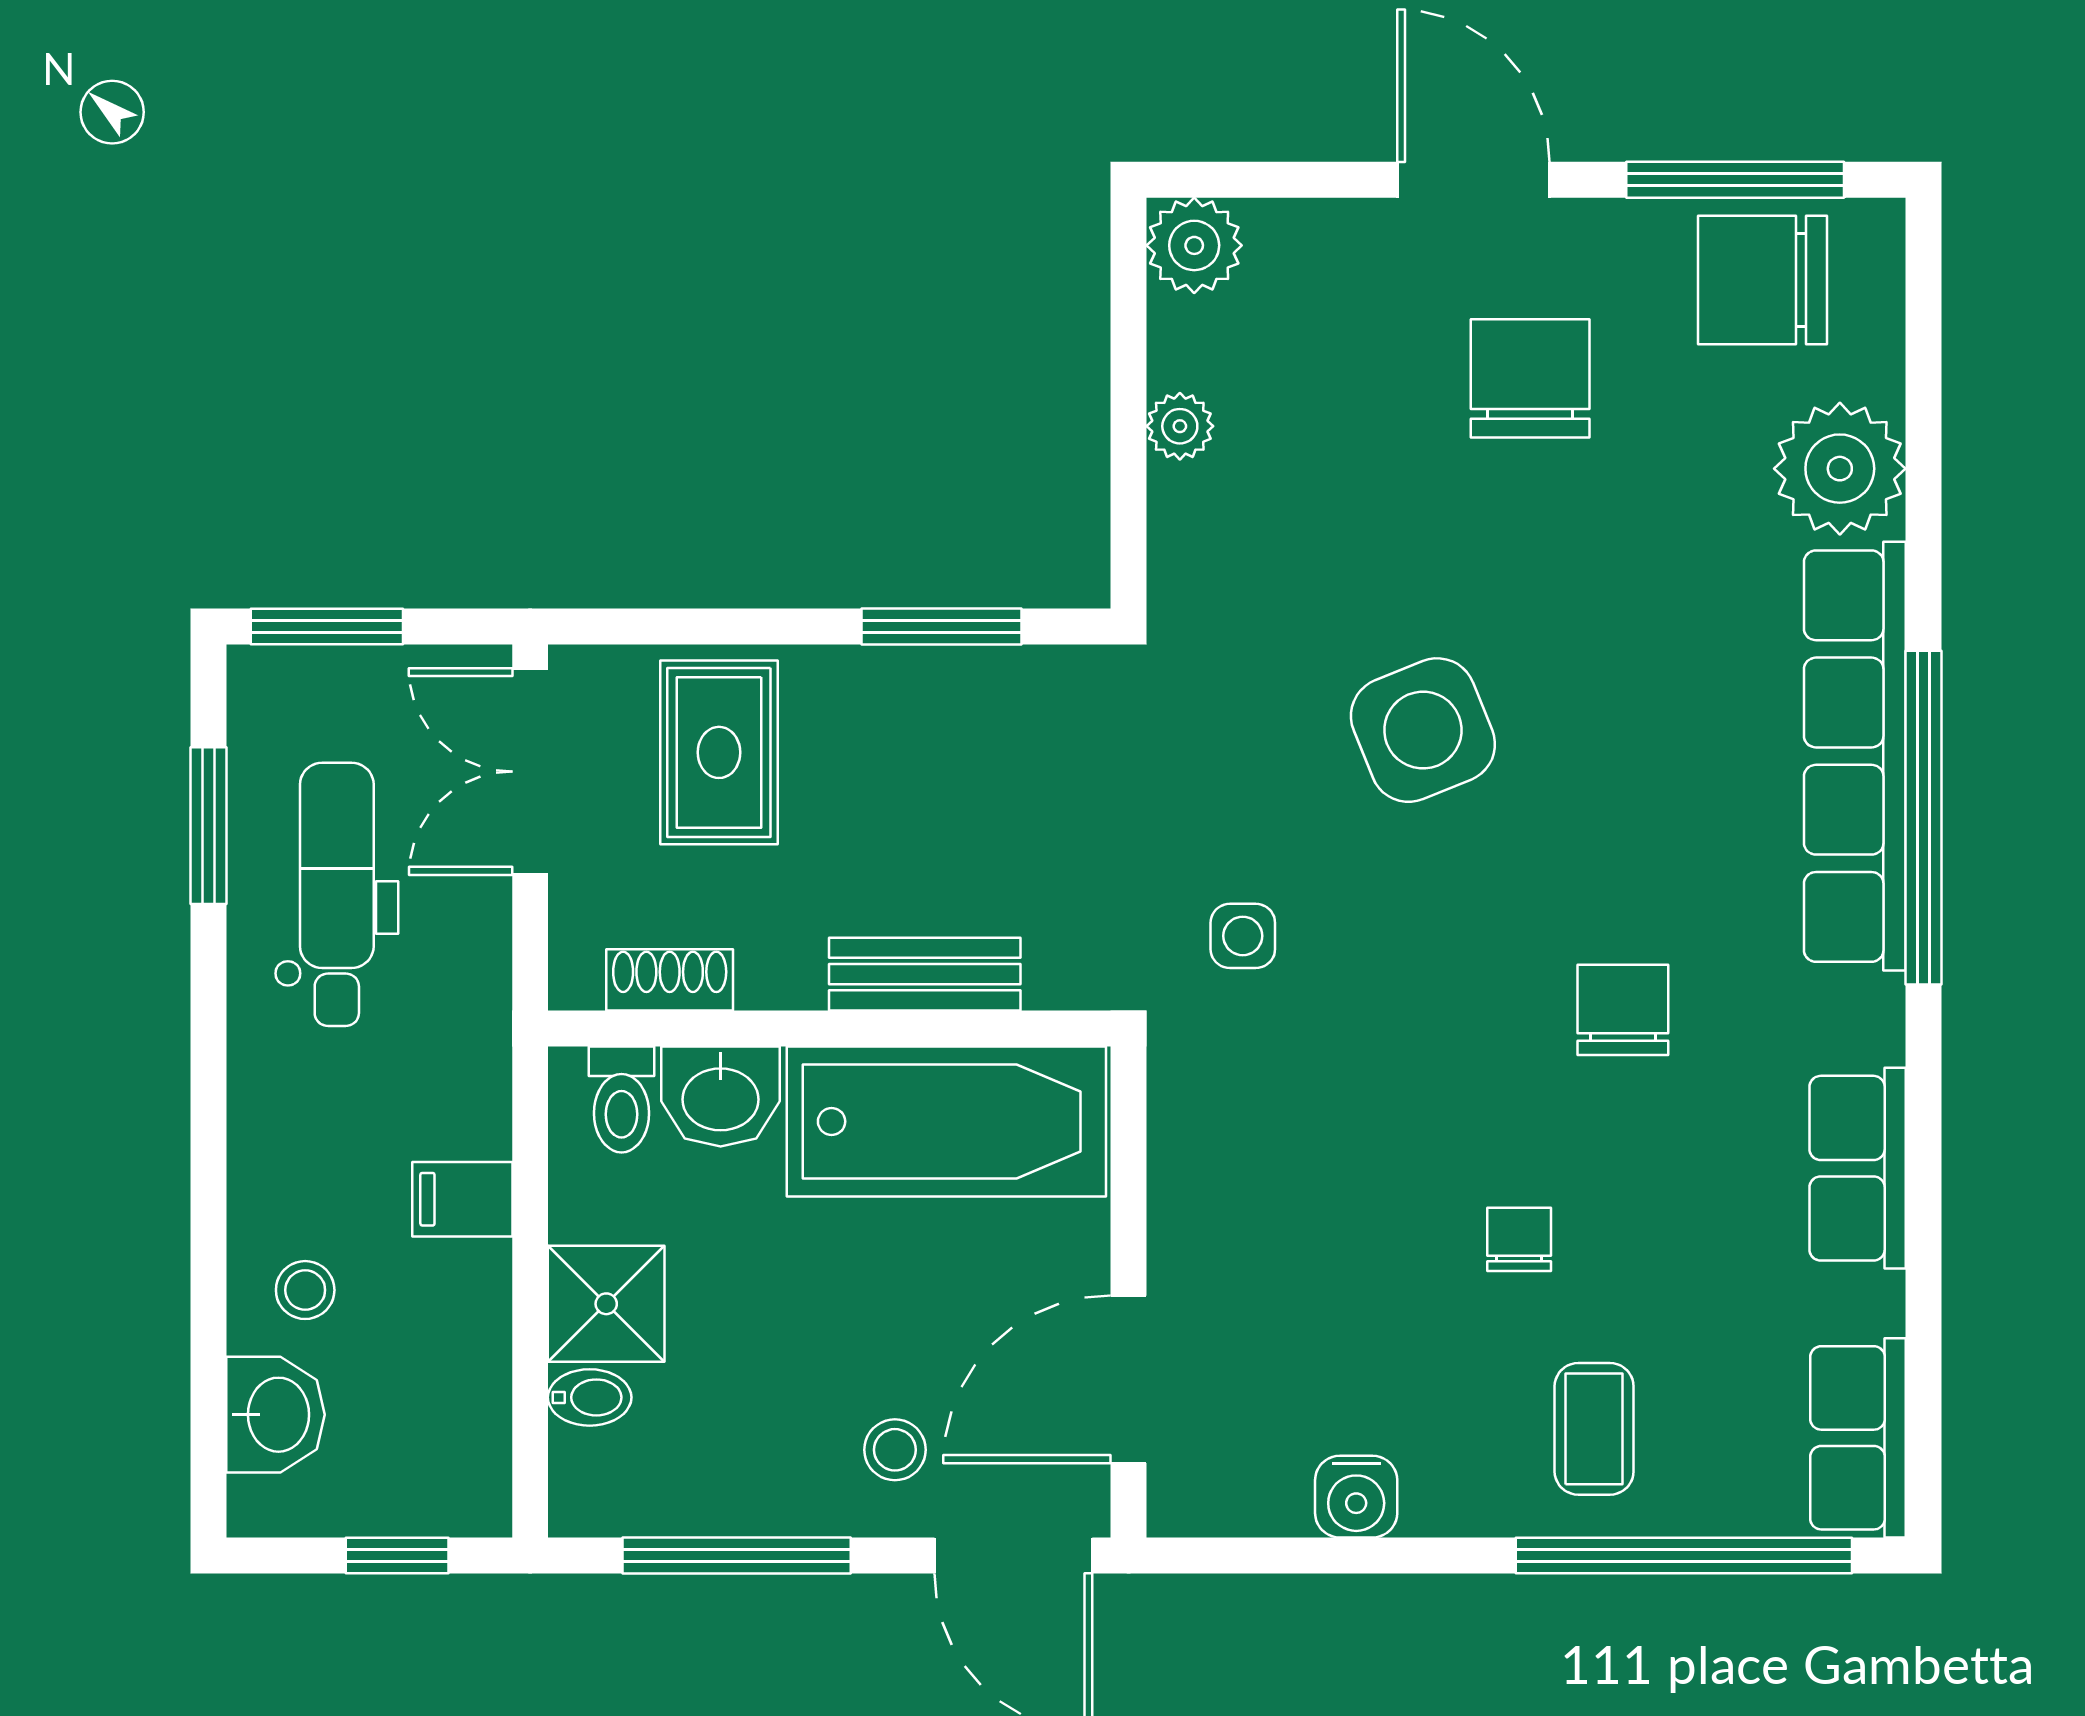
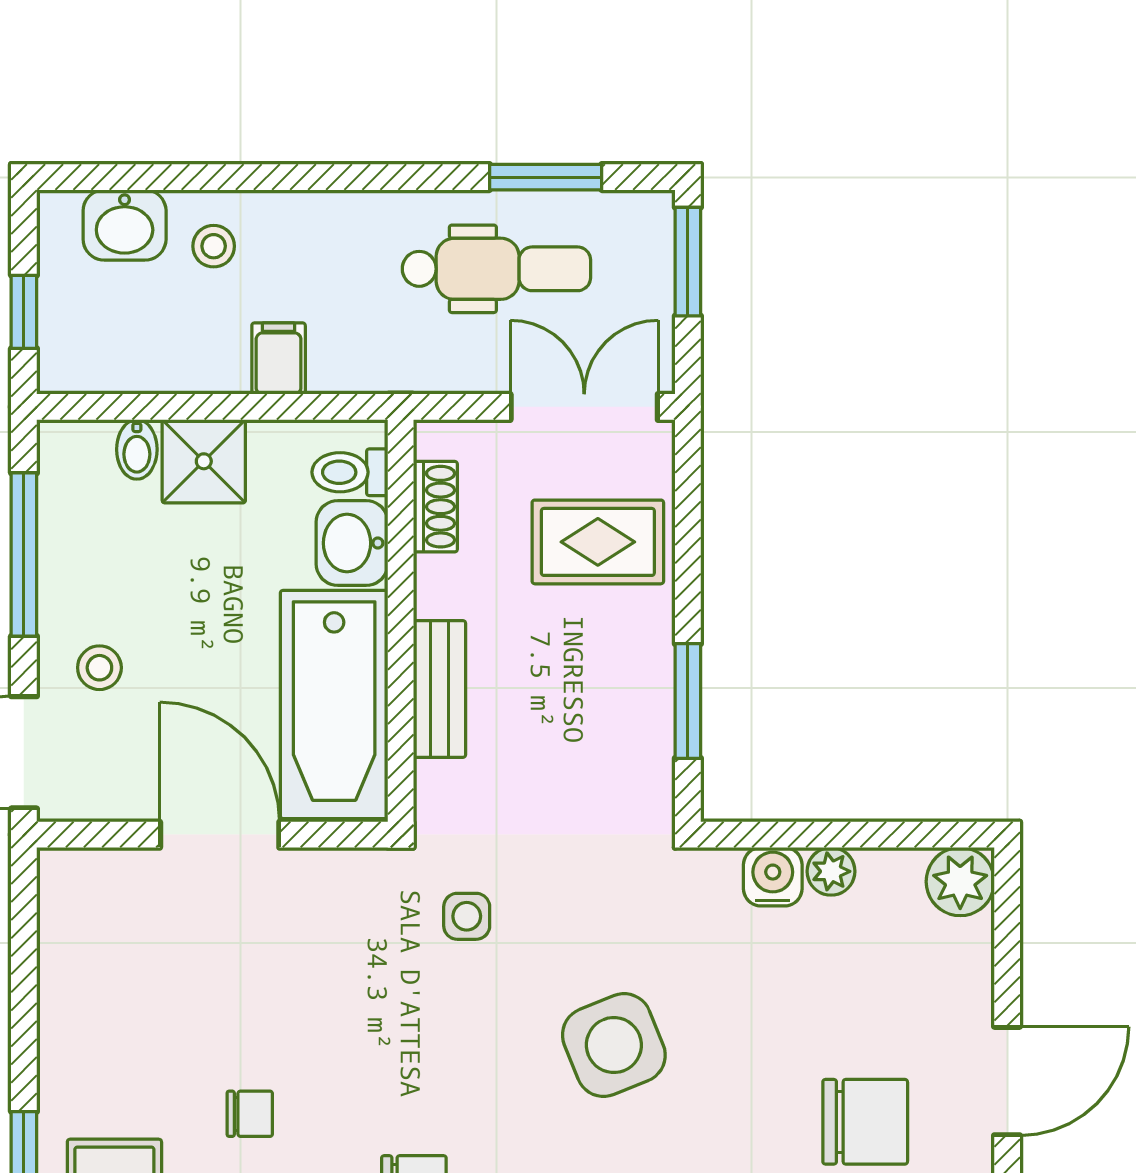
door: (1129, 1379) -> (220, 835), moved
water cooler: (1356, 1497) -> (773, 877), moved, turned 90

